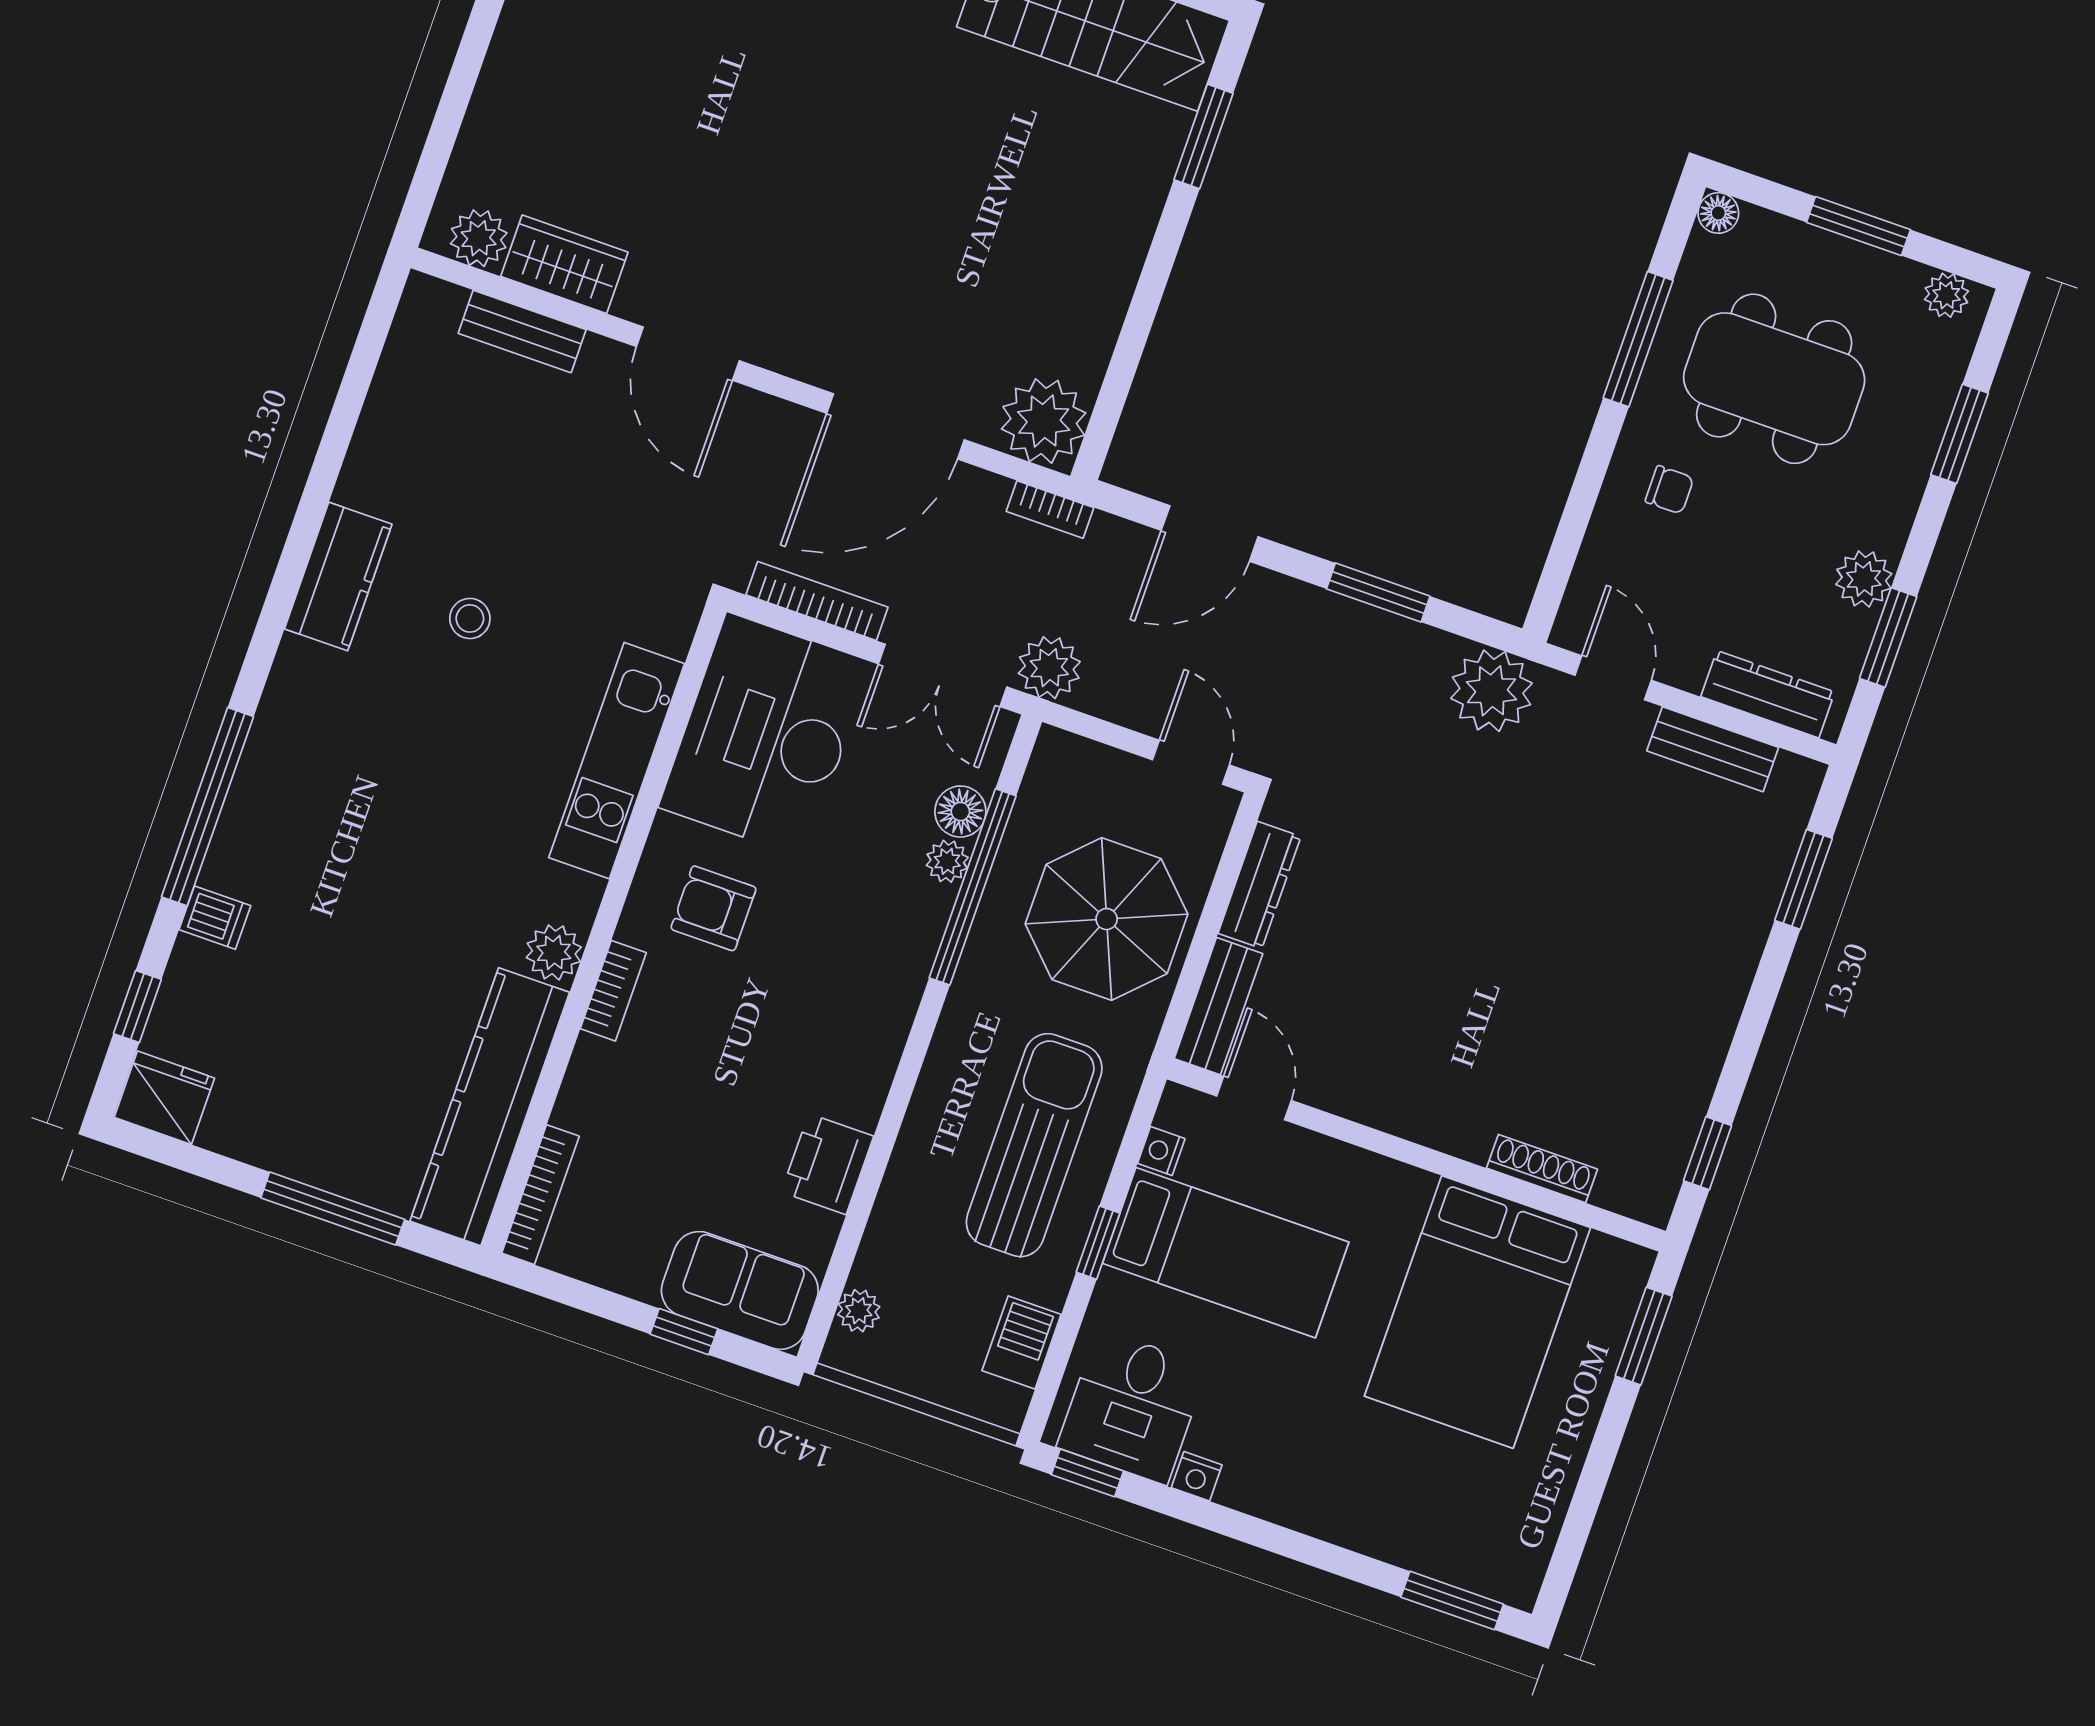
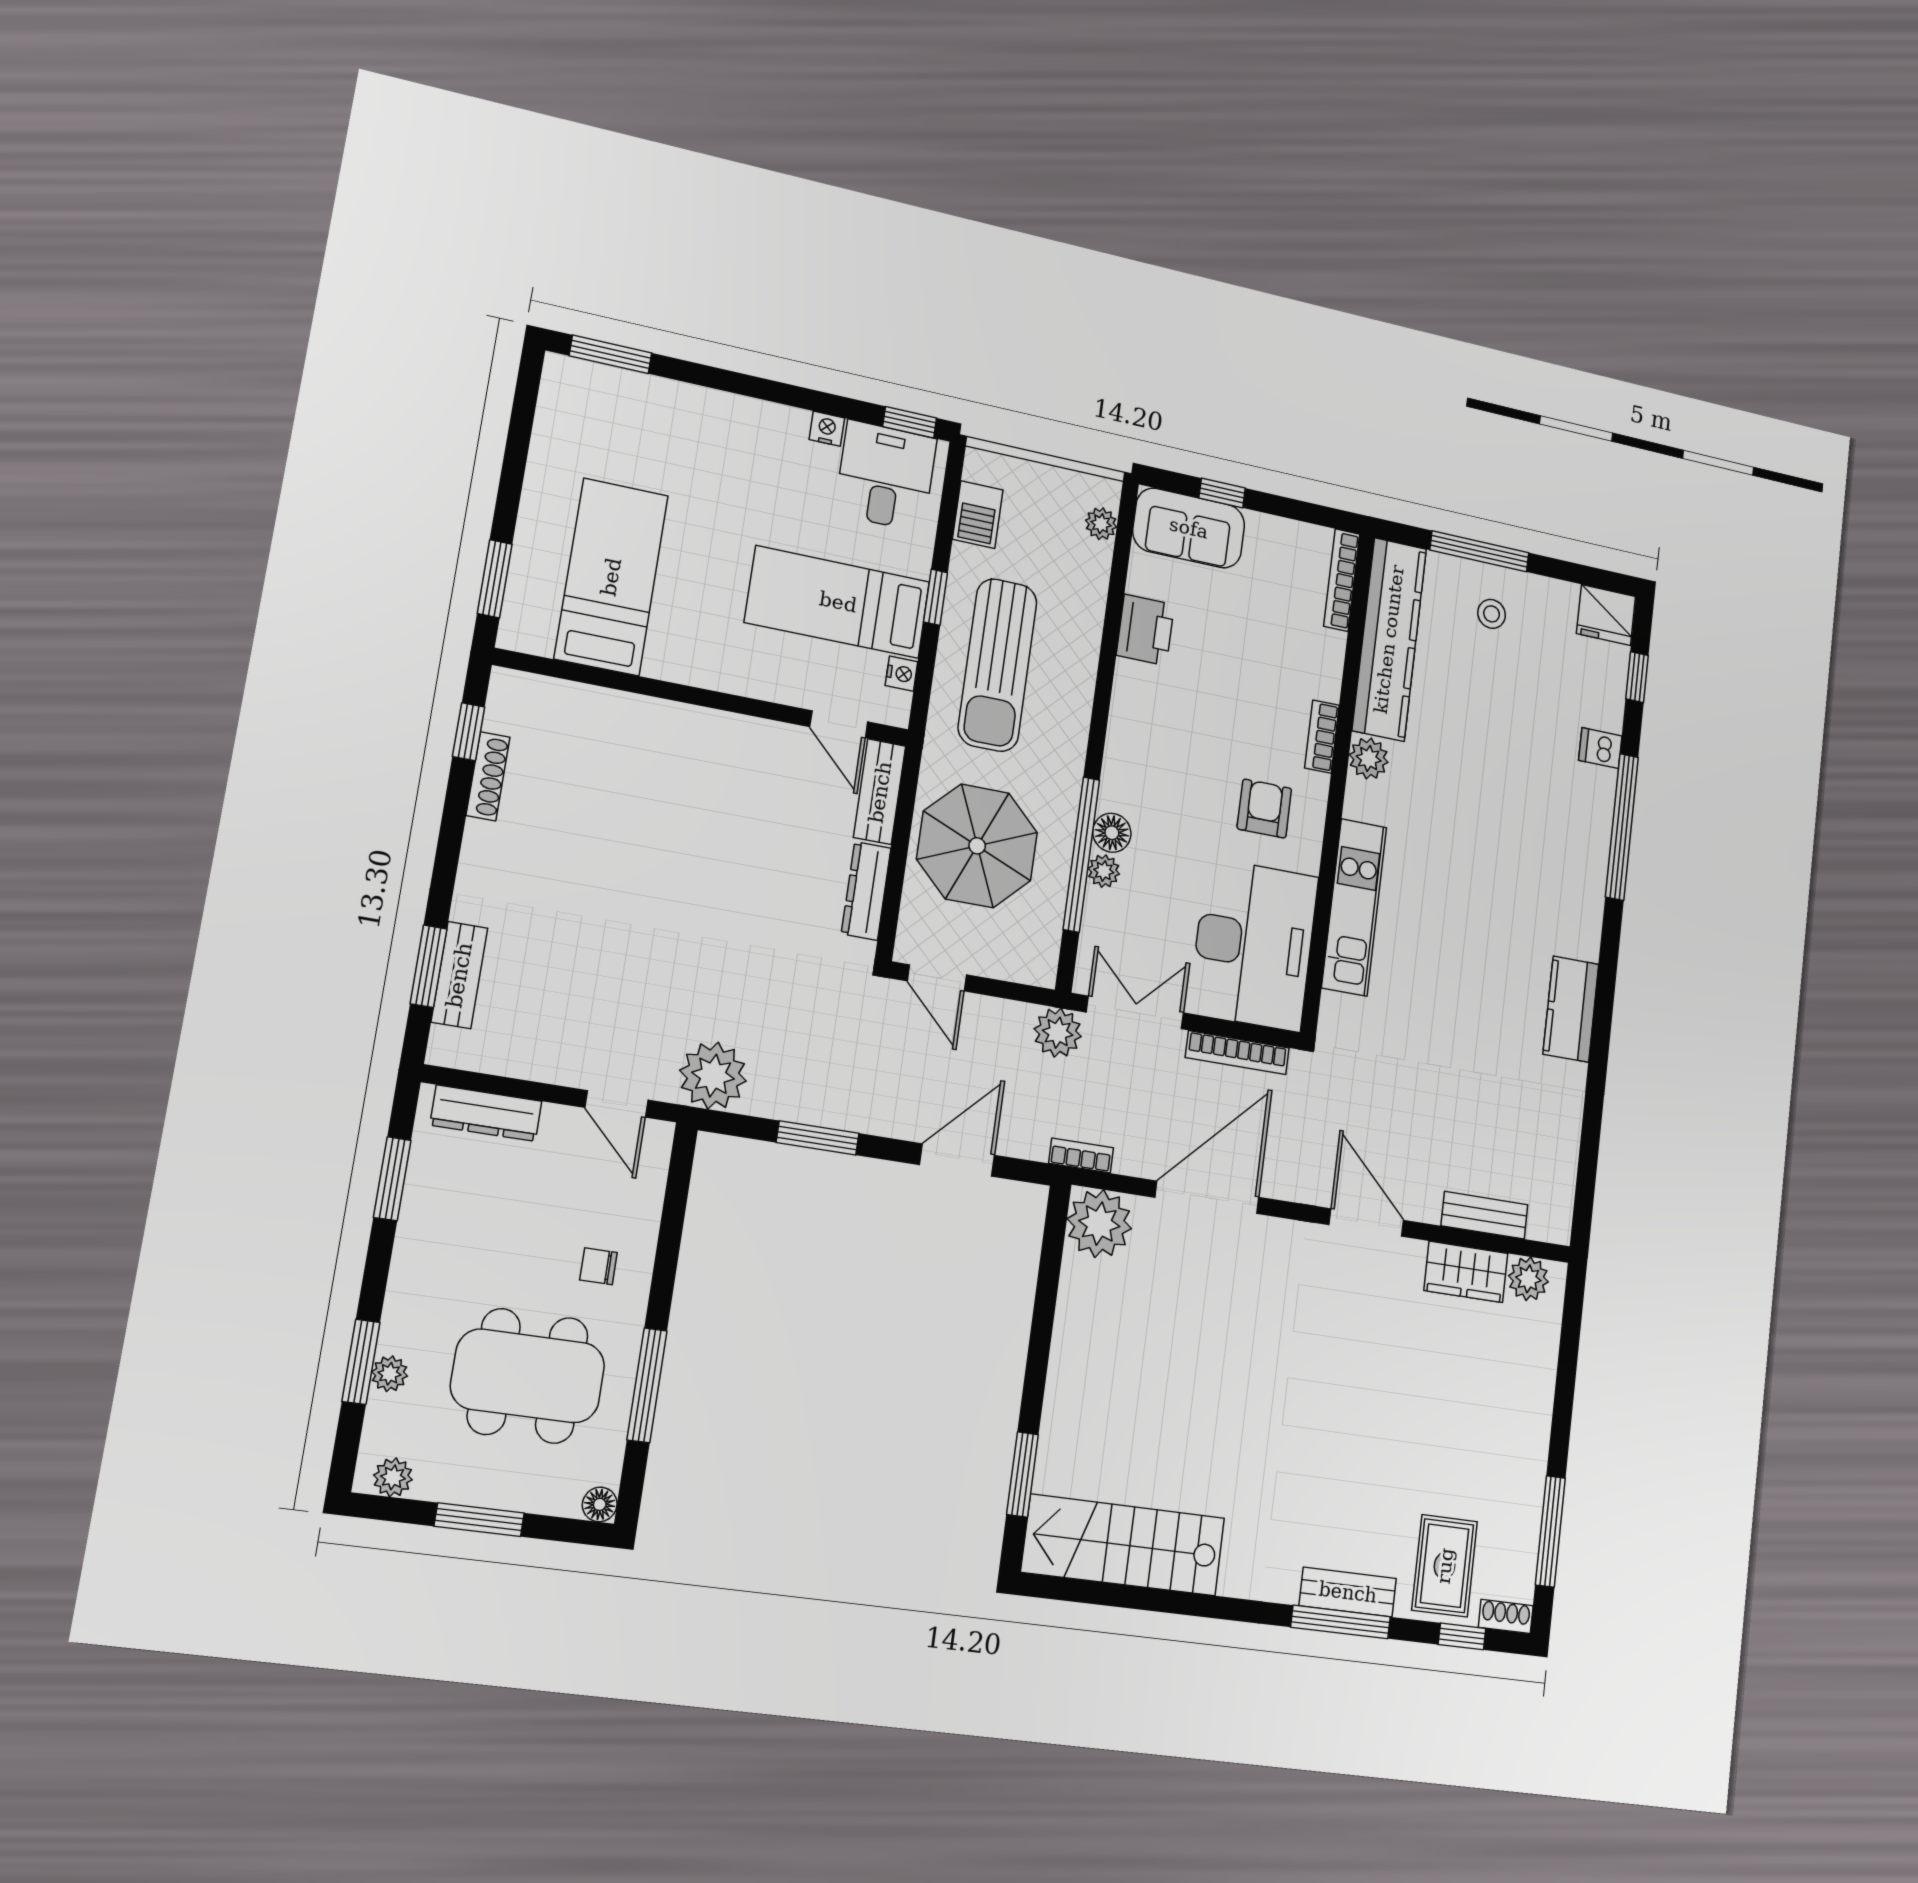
plant: (1864, 579) -> (390, 1374), moved, width x0.73, depth x0.73
stool: (470, 618) -> (1492, 614), moved
bench: (1713, 749) -> (459, 975), moved, turned 90
floor lamp: (960, 812) -> (1112, 833), moved
armchair: (713, 908) -> (1264, 809), turned -90
shoe rack: (1542, 1169) -> (488, 776), moved, turned -90
bed: (1477, 1312) -> (611, 577), width x0.67

